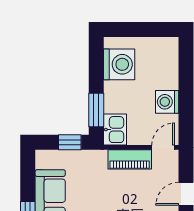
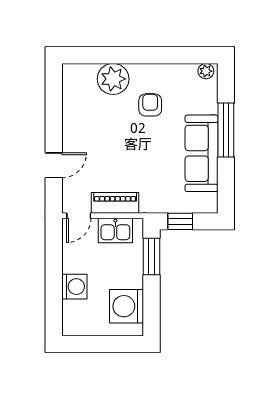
washing machine: (167, 102) -> (74, 287), moved
kitchen sink: (115, 130) -> (115, 230), moved, turned -90

